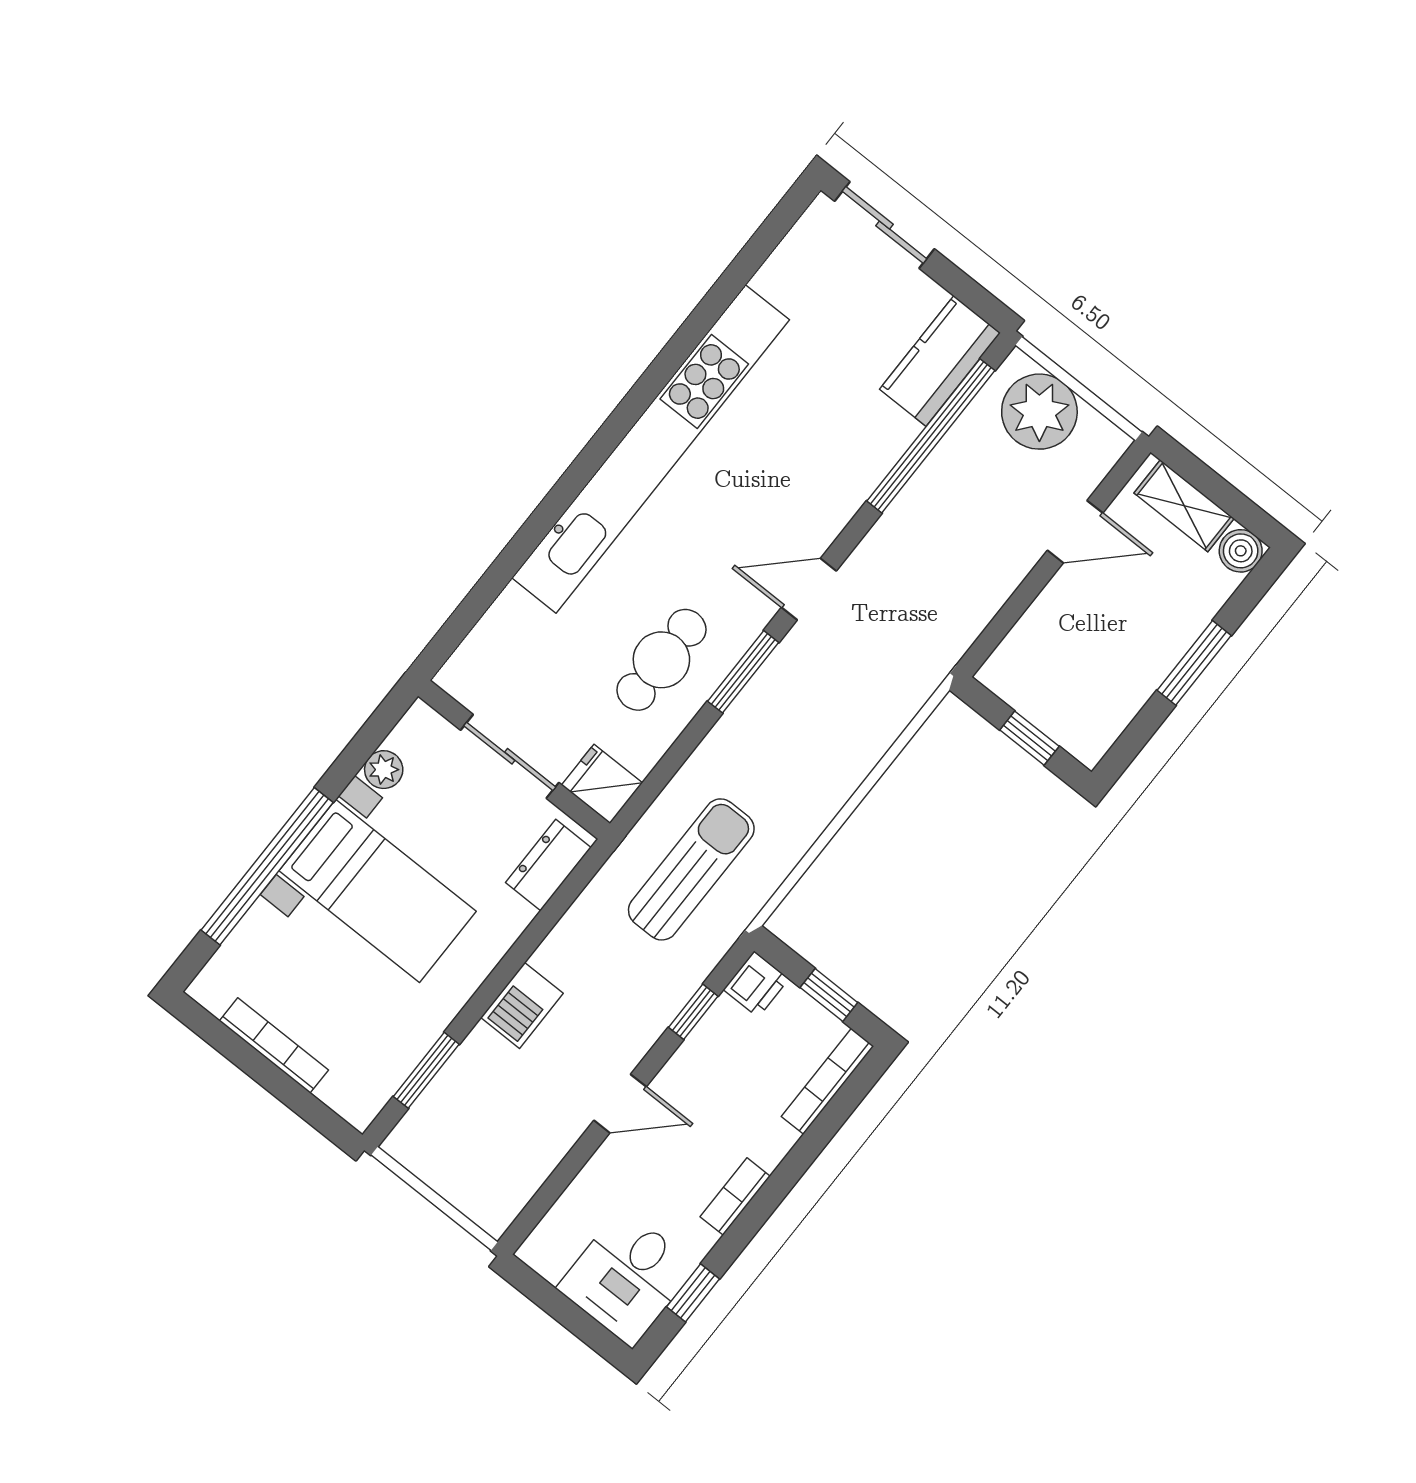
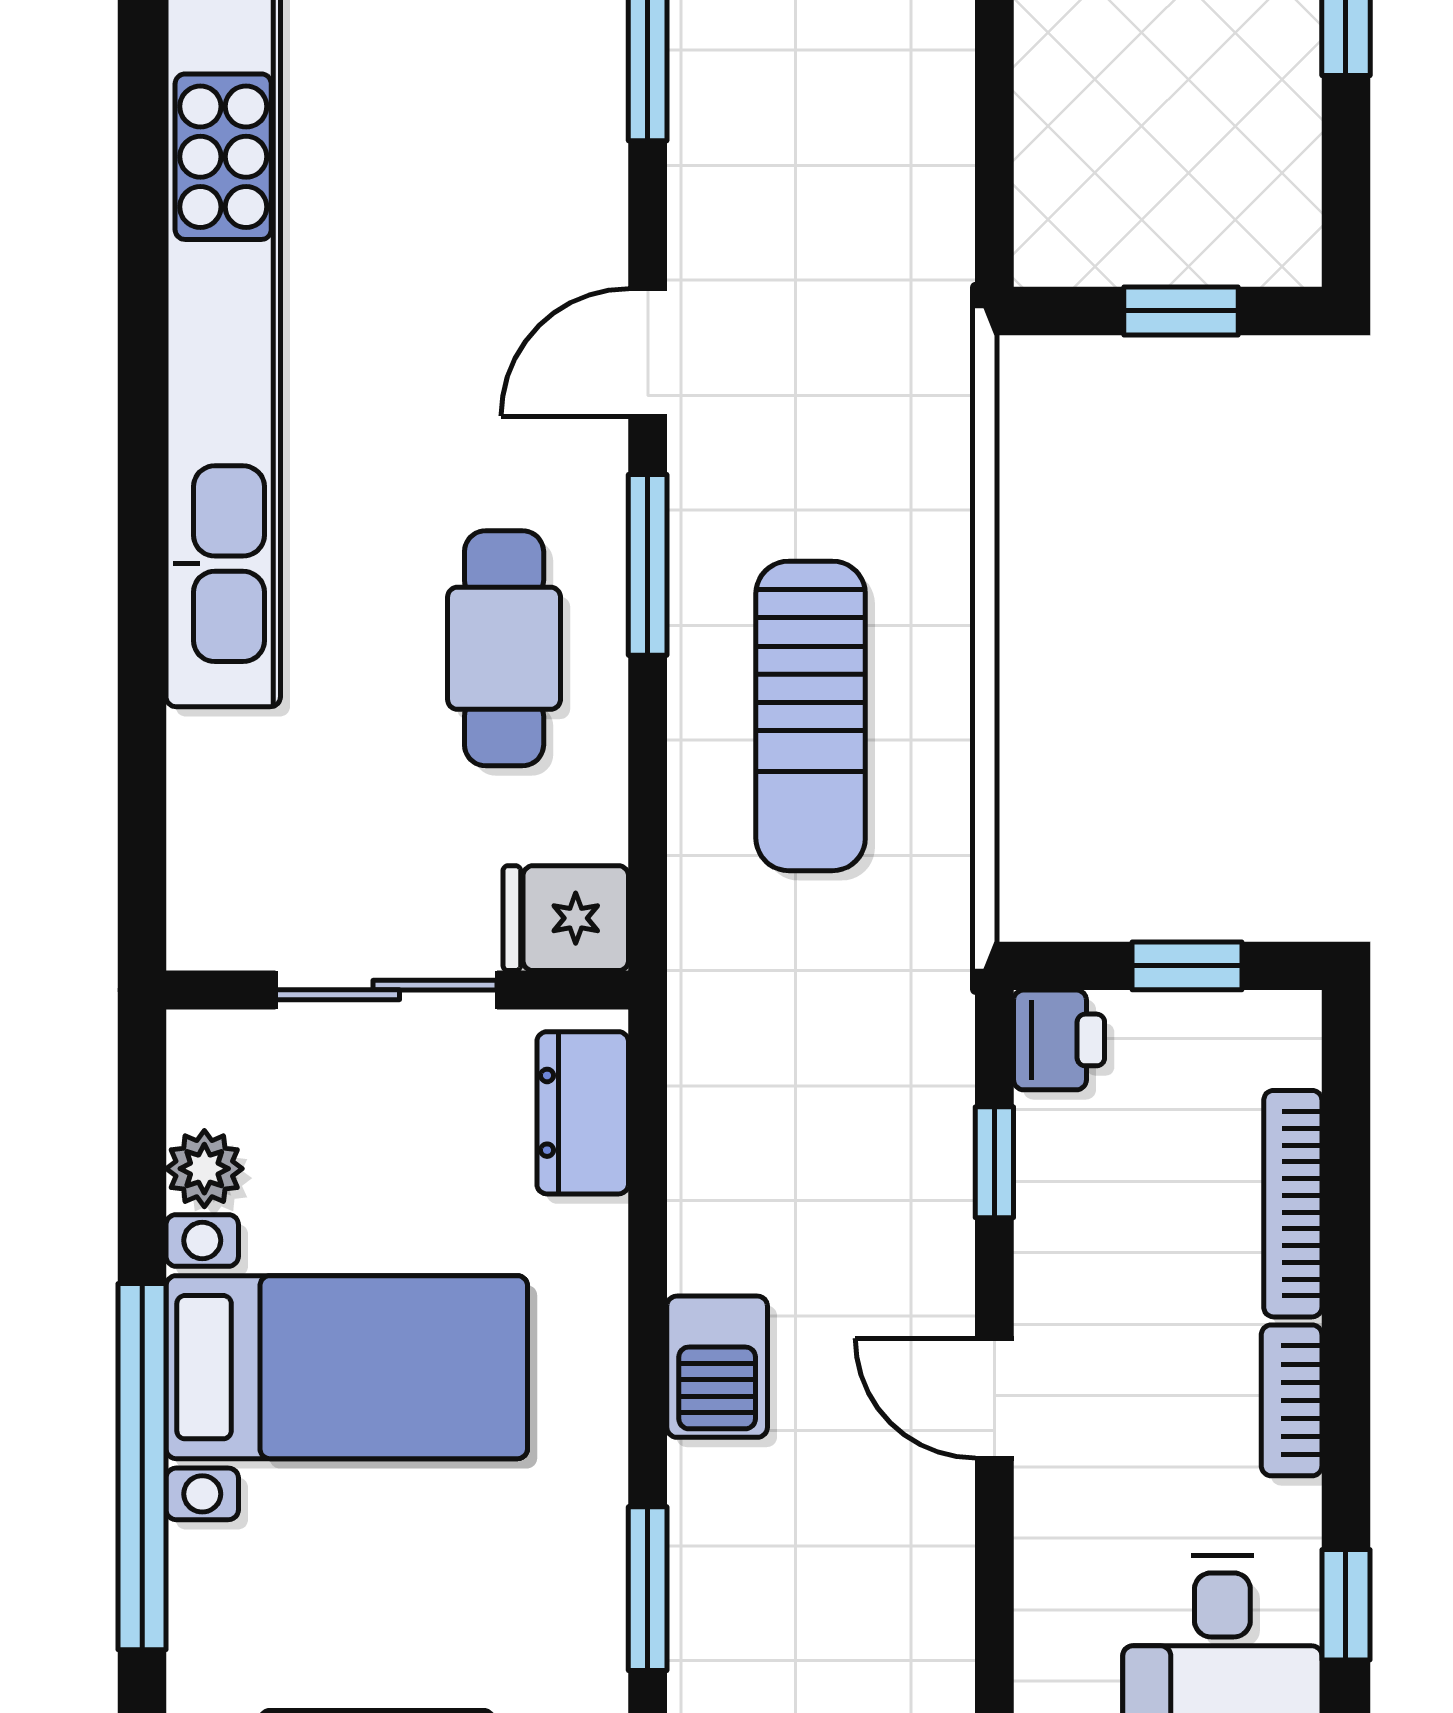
sun lounger: (691, 869) -> (811, 716), moved, turned 180
bookcase: (828, 1081) -> (1293, 1204), moved
door: (620, 1104) -> (994, 1398), swing flipped

